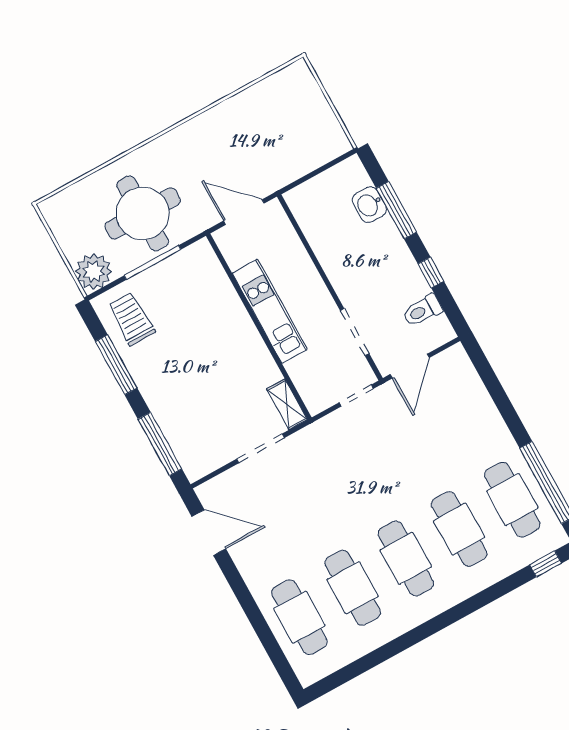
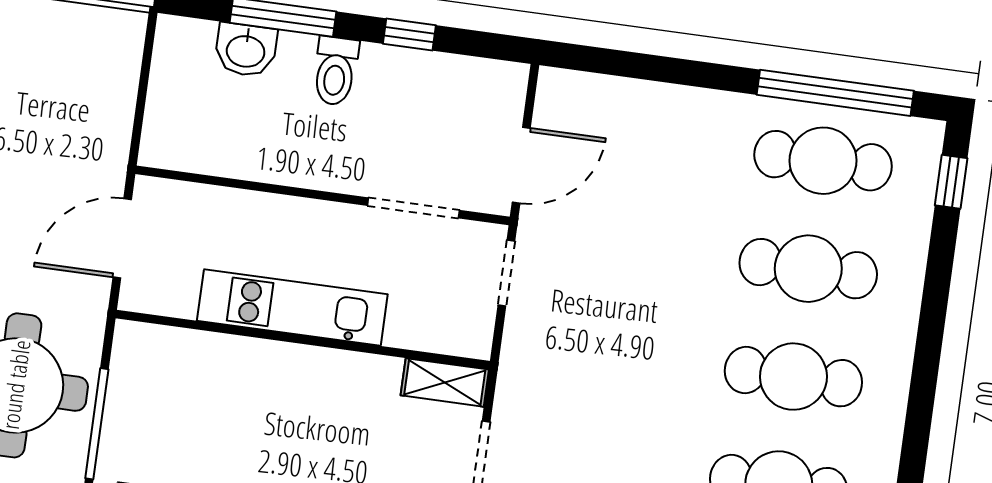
toilet: (422, 311) -> (335, 71), moved
door: (410, 366) -> (521, 165), hinge flipped

